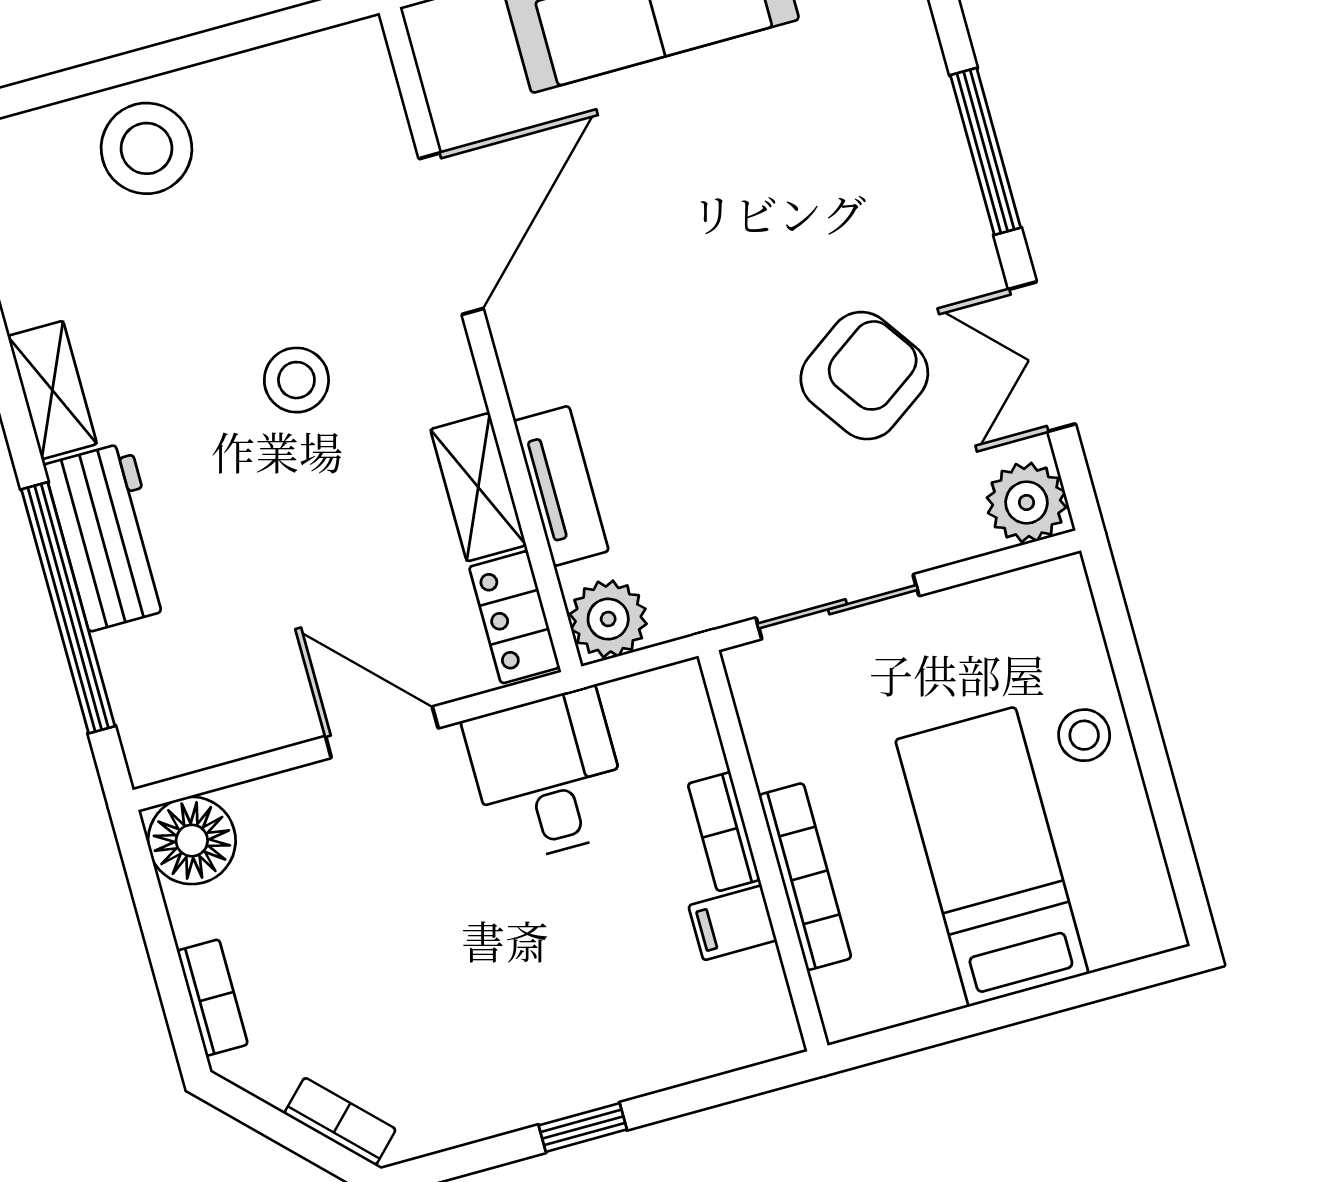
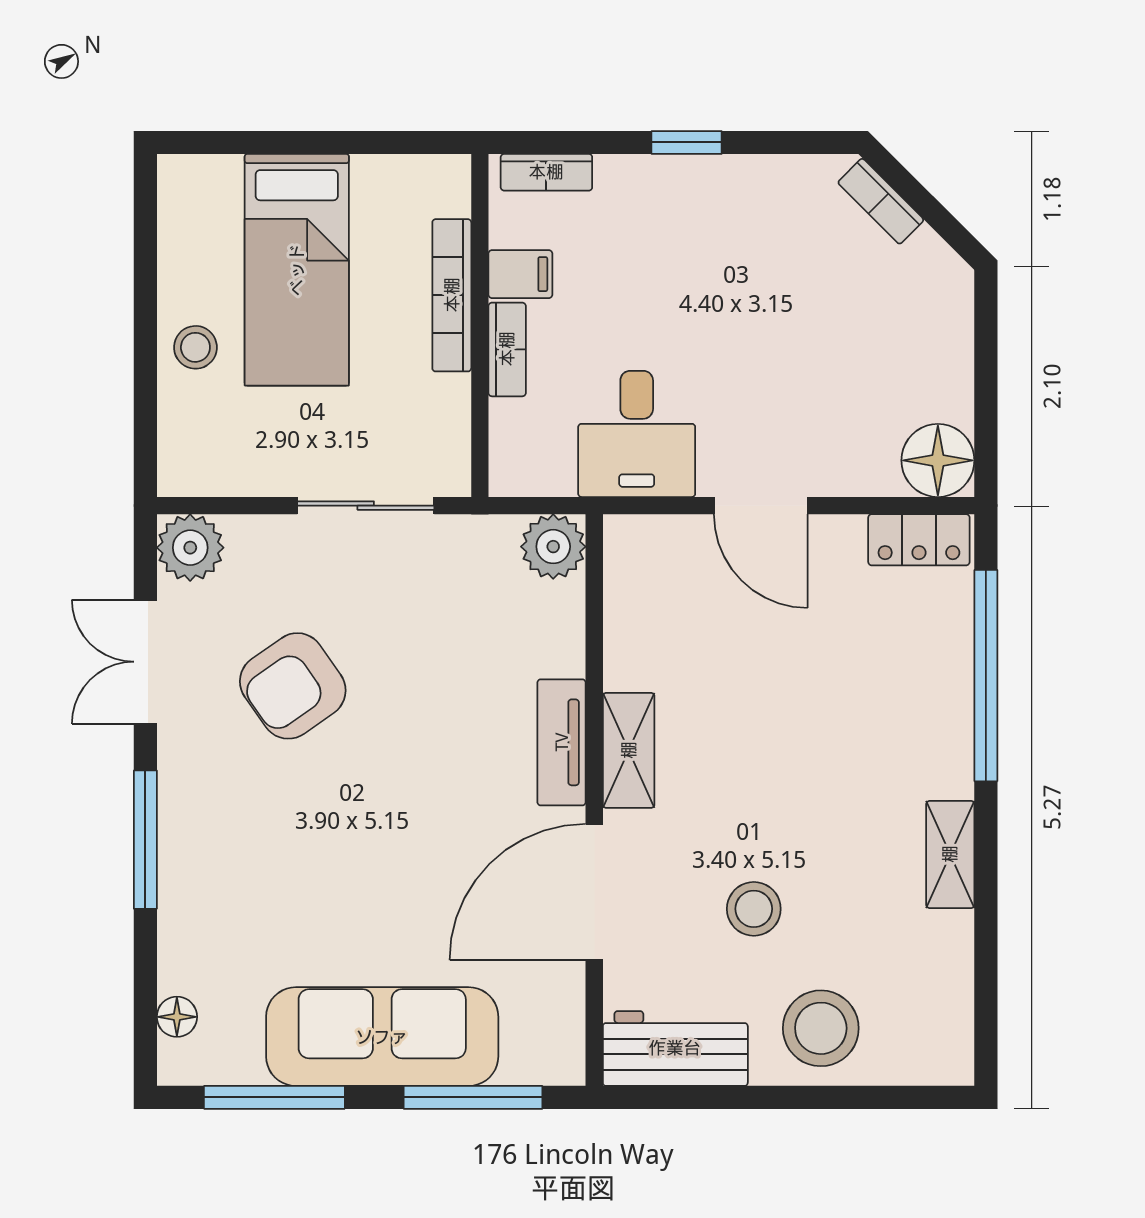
double door: (1042, 357) -> (145, 662), swing flipped
stool: (296, 380) -> (754, 909), moved
tv unit: (561, 486) -> (562, 742), moved
shelving: (478, 487) -> (629, 750), moved
workbench: (109, 537) -> (675, 1048), moved, turned 90
locker: (514, 617) -> (919, 540), moved, turned 90
bookcase: (212, 998) -> (546, 172), moved, turned -90

